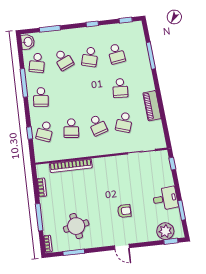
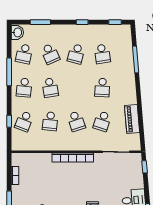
school desk: (67, 94) -> (50, 88), added
piano: (152, 106) -> (132, 119), moved
bookcase: (71, 166) -> (73, 158), moved

